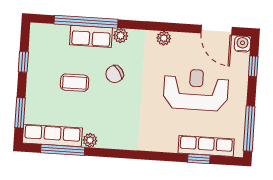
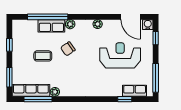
row of seats: (206, 146) -> (135, 91), width x0.68

